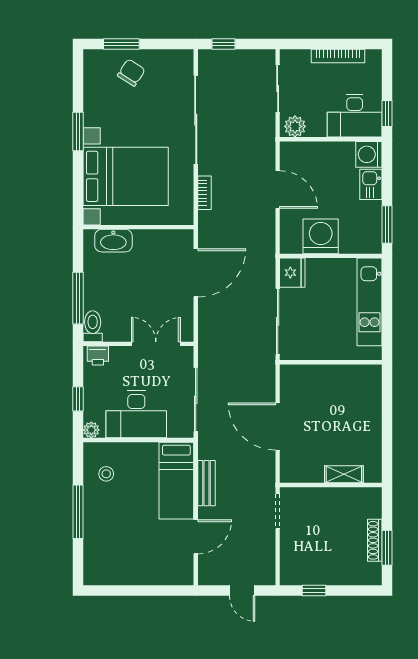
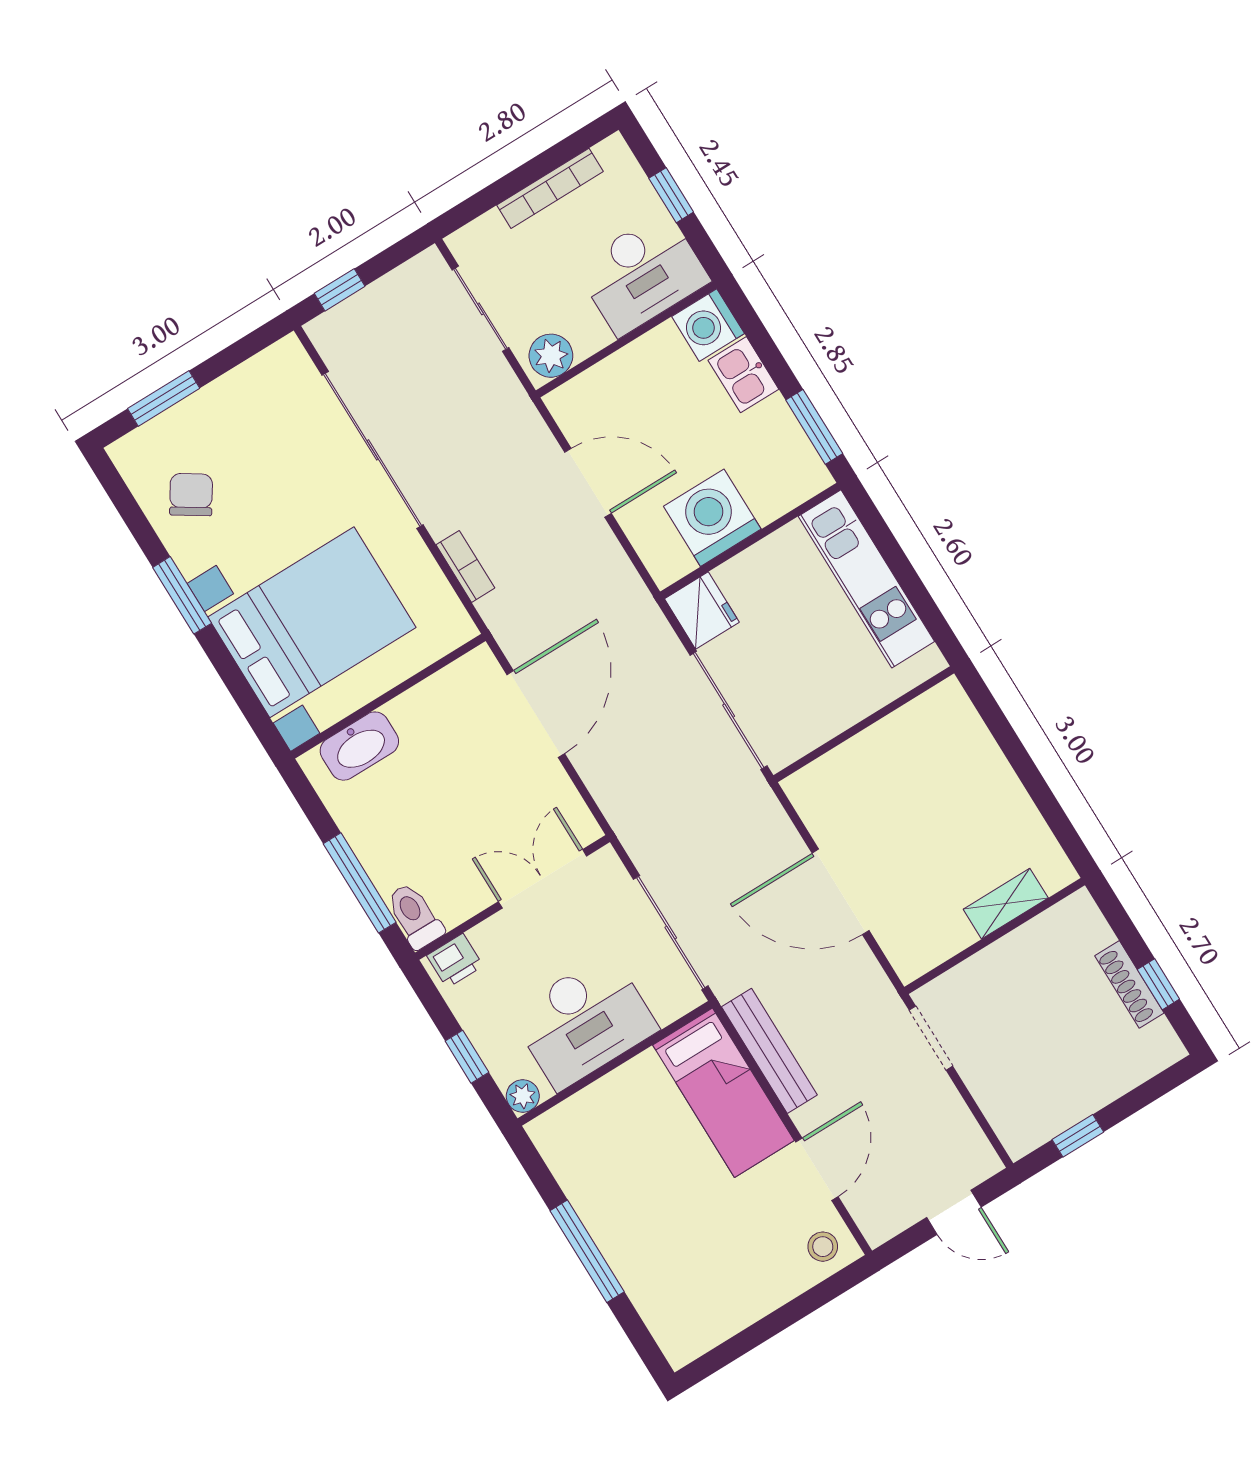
chair: (131, 73) -> (191, 495), moved
window: (387, 113) -> (671, 195), moved
stool: (106, 474) -> (823, 1247), moved
bench: (206, 483) -> (769, 1051), width x1.36
window: (387, 548) -> (1158, 984), width x0.67

